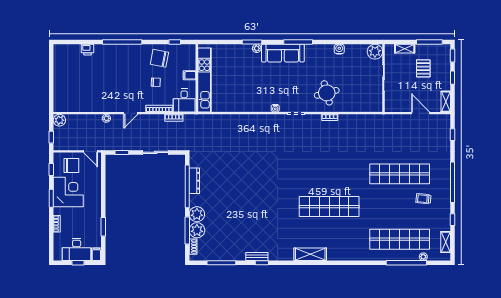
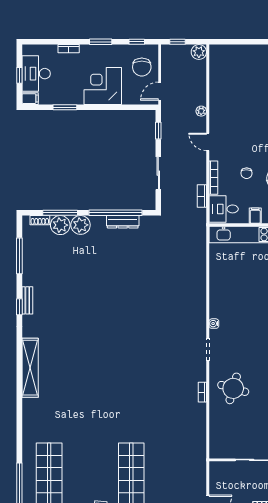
round table: (327, 93) -> (233, 388), turned 31
corner desk: (68, 192) -> (103, 86), moved, turned 180
shop shelf: (329, 207) -> (90, 391), removed
shelving: (310, 254) -> (30, 368), width x1.47

